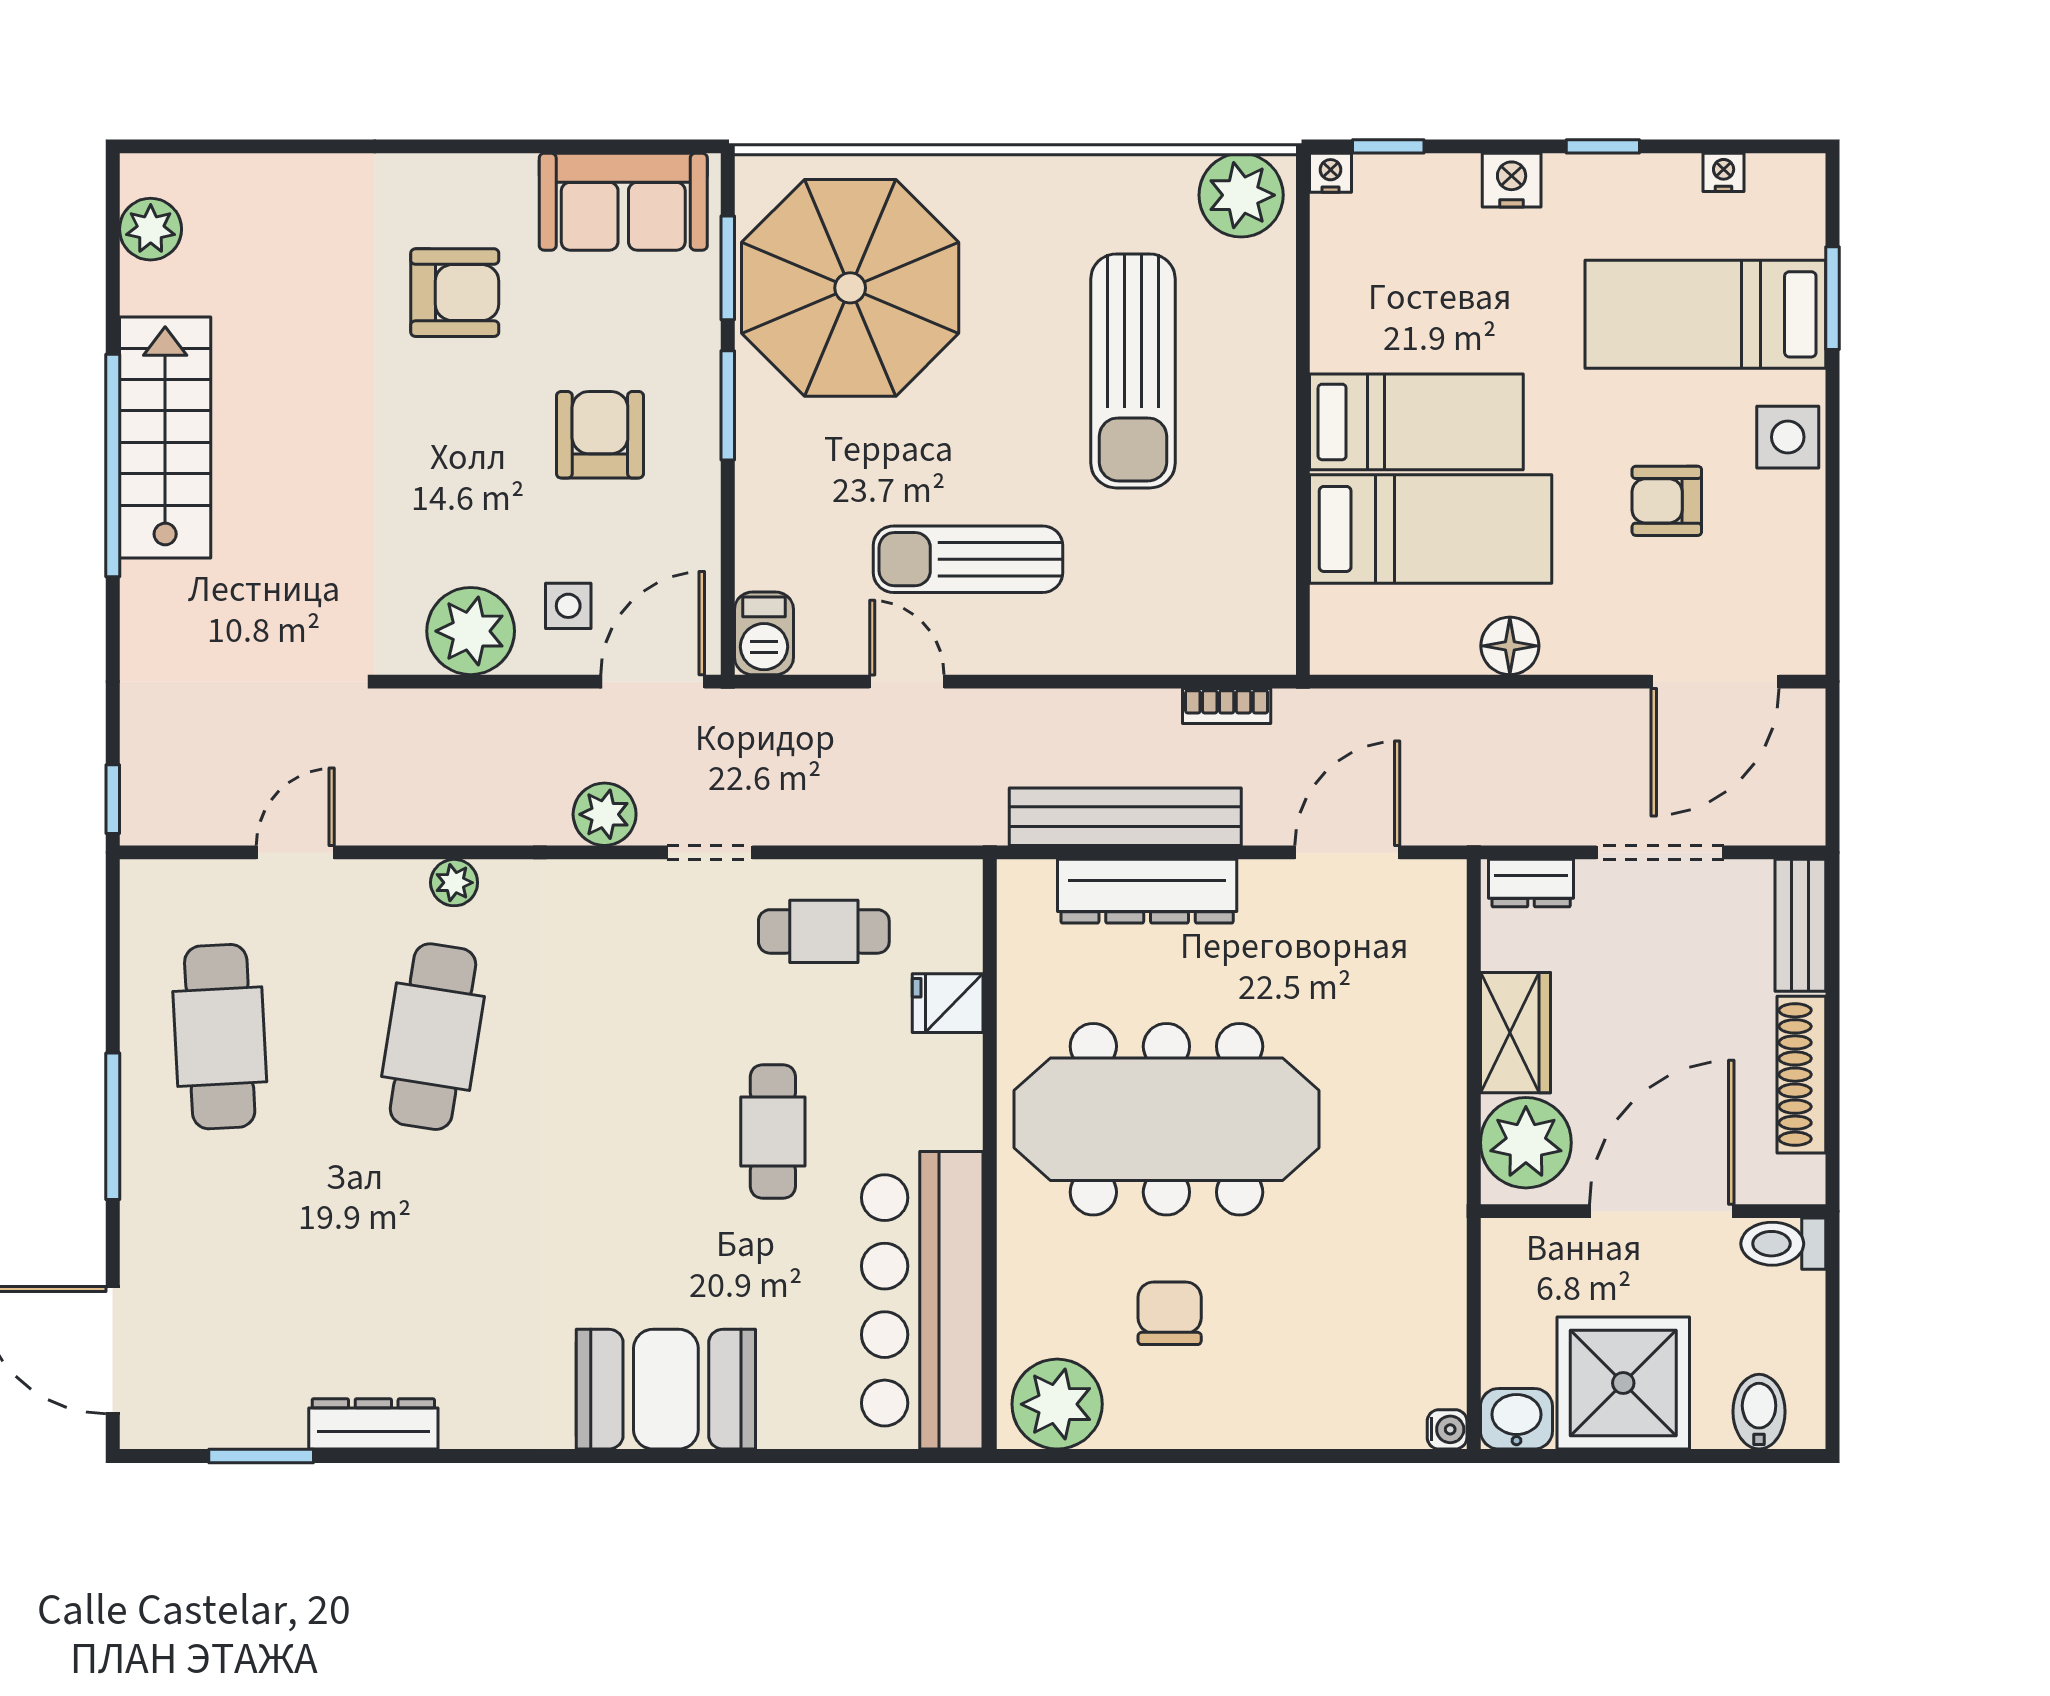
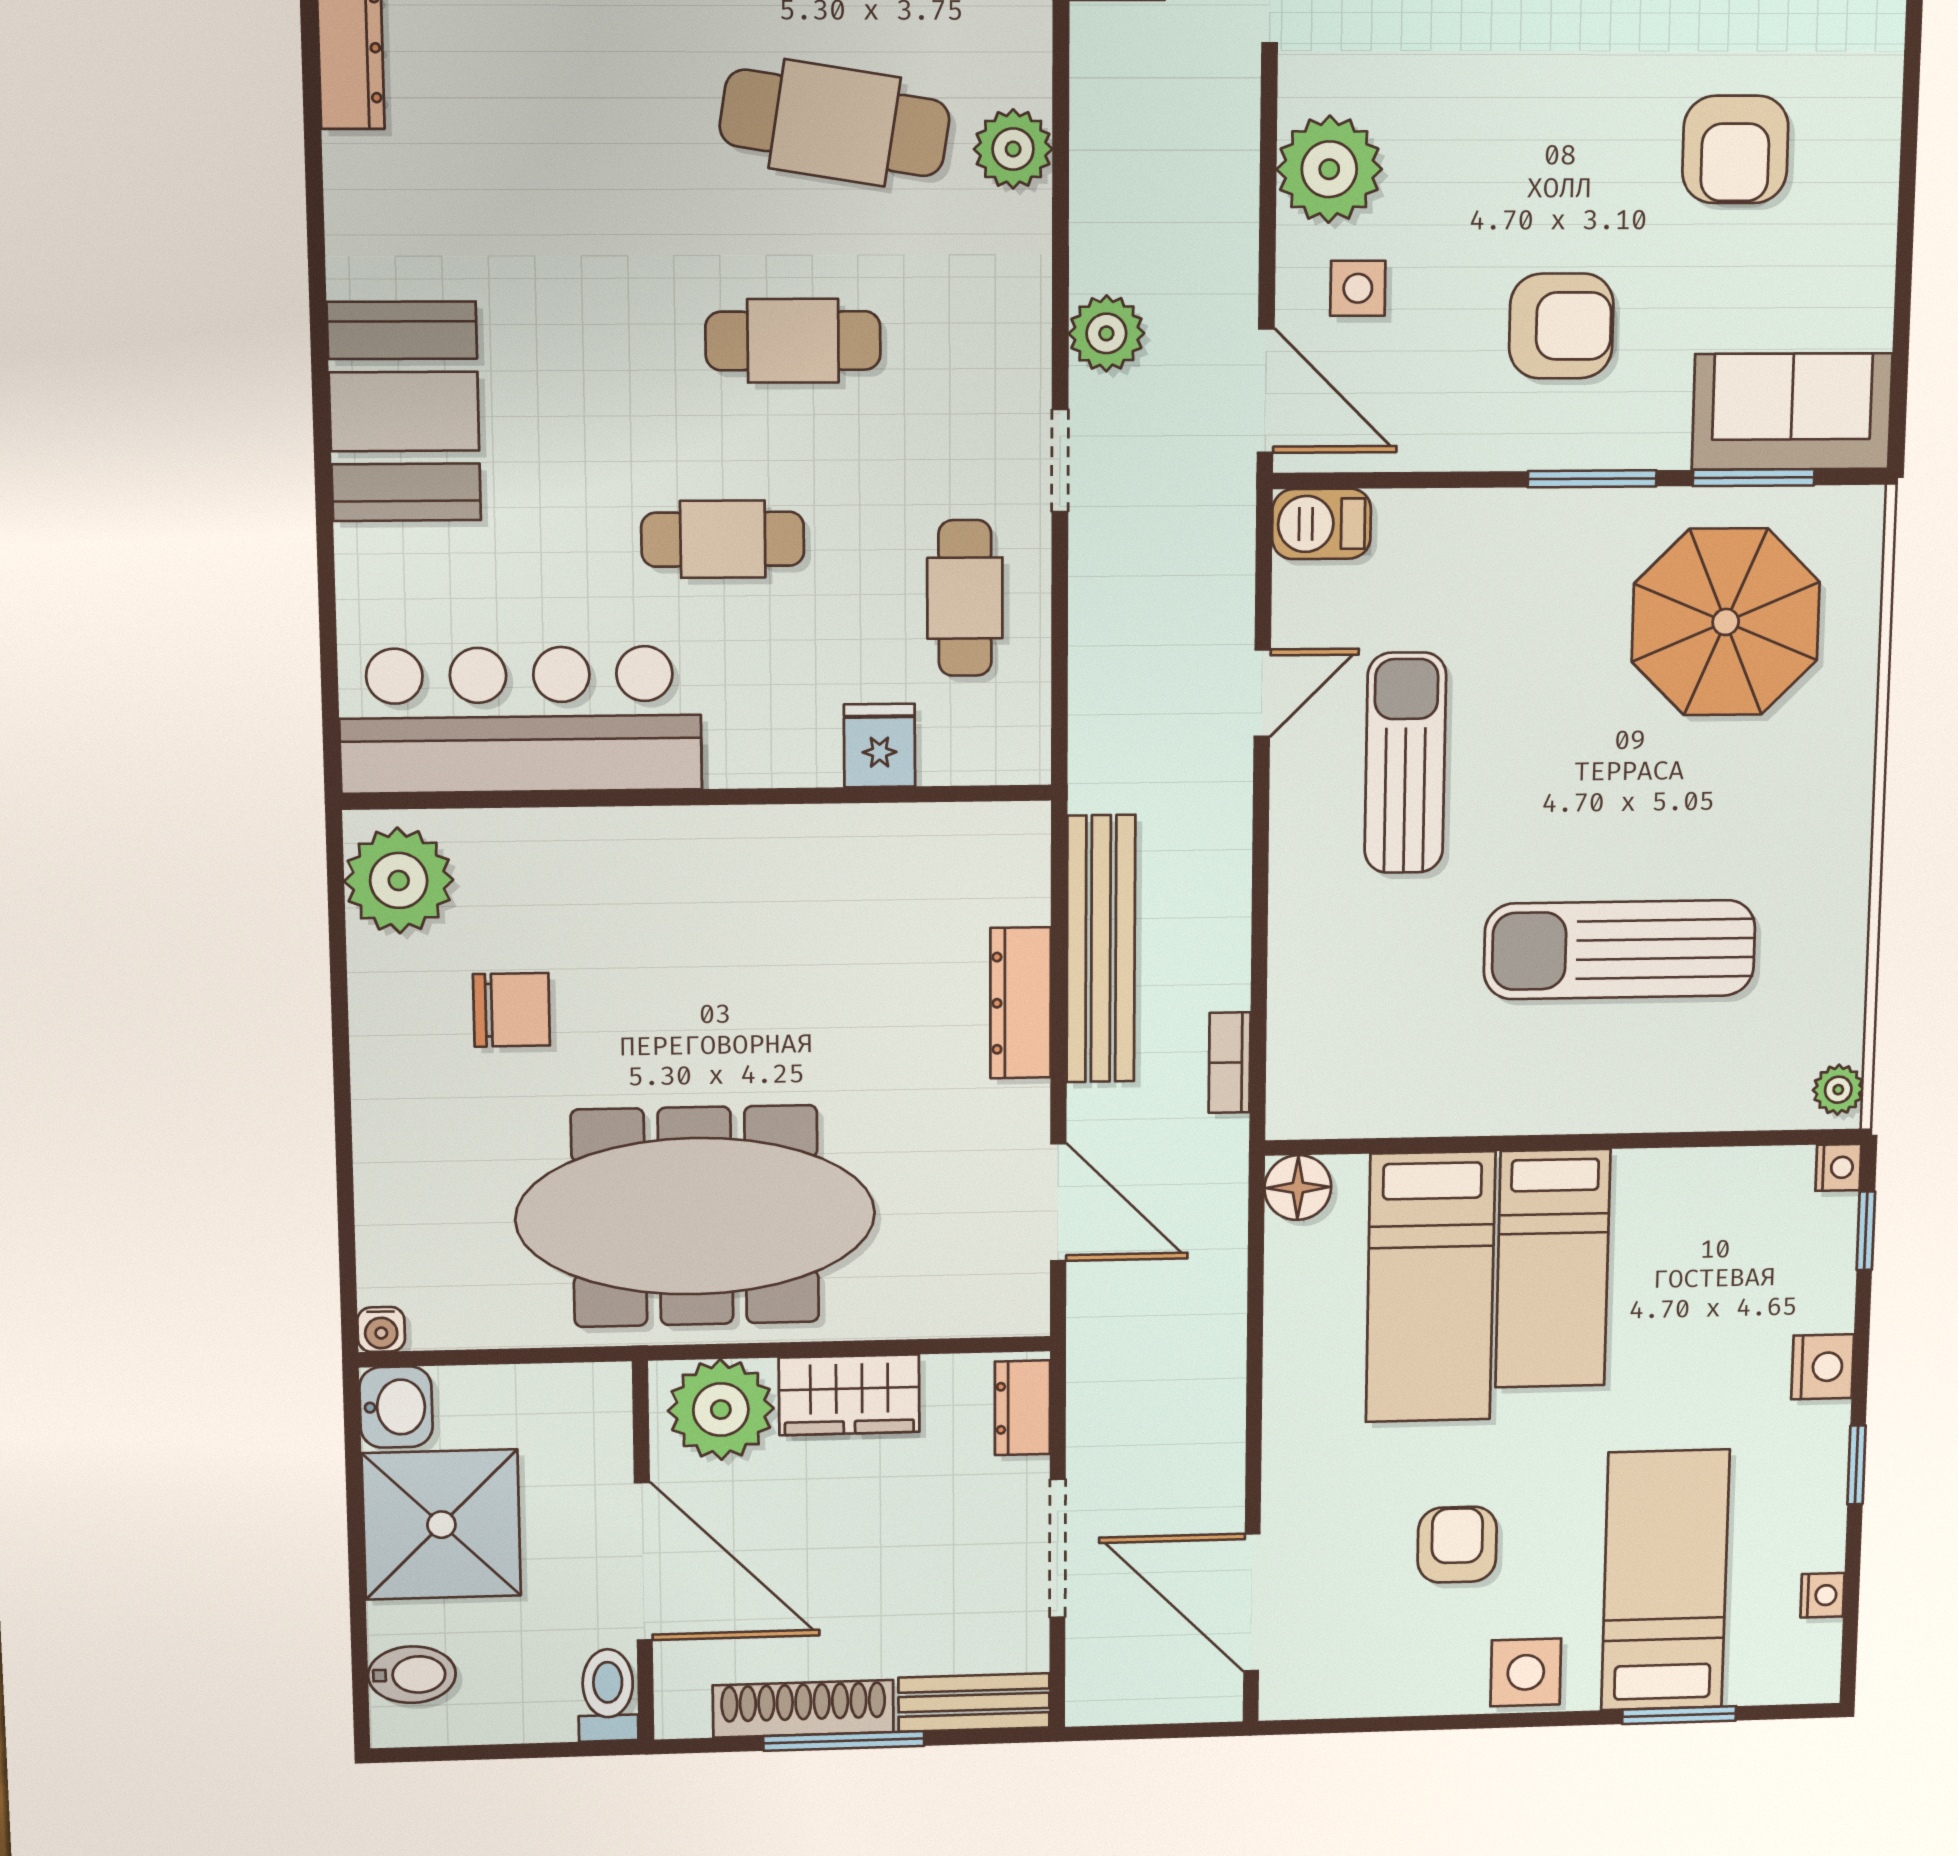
plant: (1241, 195) -> (1838, 1090), width x0.53, depth x0.53
sofa: (623, 202) -> (1792, 412), moved, turned 90
parasol: (850, 288) -> (1726, 622), width x0.73, depth x0.73
floor lamp: (1510, 646) -> (1298, 1188), moved
plant: (454, 883) -> (1013, 149), width x1.38, depth x1.38
dresser: (1147, 891) -> (1021, 1003), width x0.73, depth x0.80
window: (1832, 1039) -> (844, 1741), added
cafe table: (610, 1072) -> (793, 341), added
meeting table: (1166, 1119) -> (696, 1216), moved, turned 90

